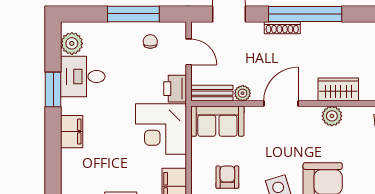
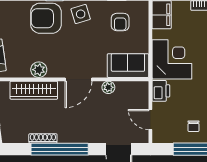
shoe rack: (282, 28) -> (43, 138), moved
chair: (150, 42) -> (194, 126), moved
wardrobe: (338, 90) -> (34, 90), width x1.50
bench: (212, 93) -> (132, 87), removed

